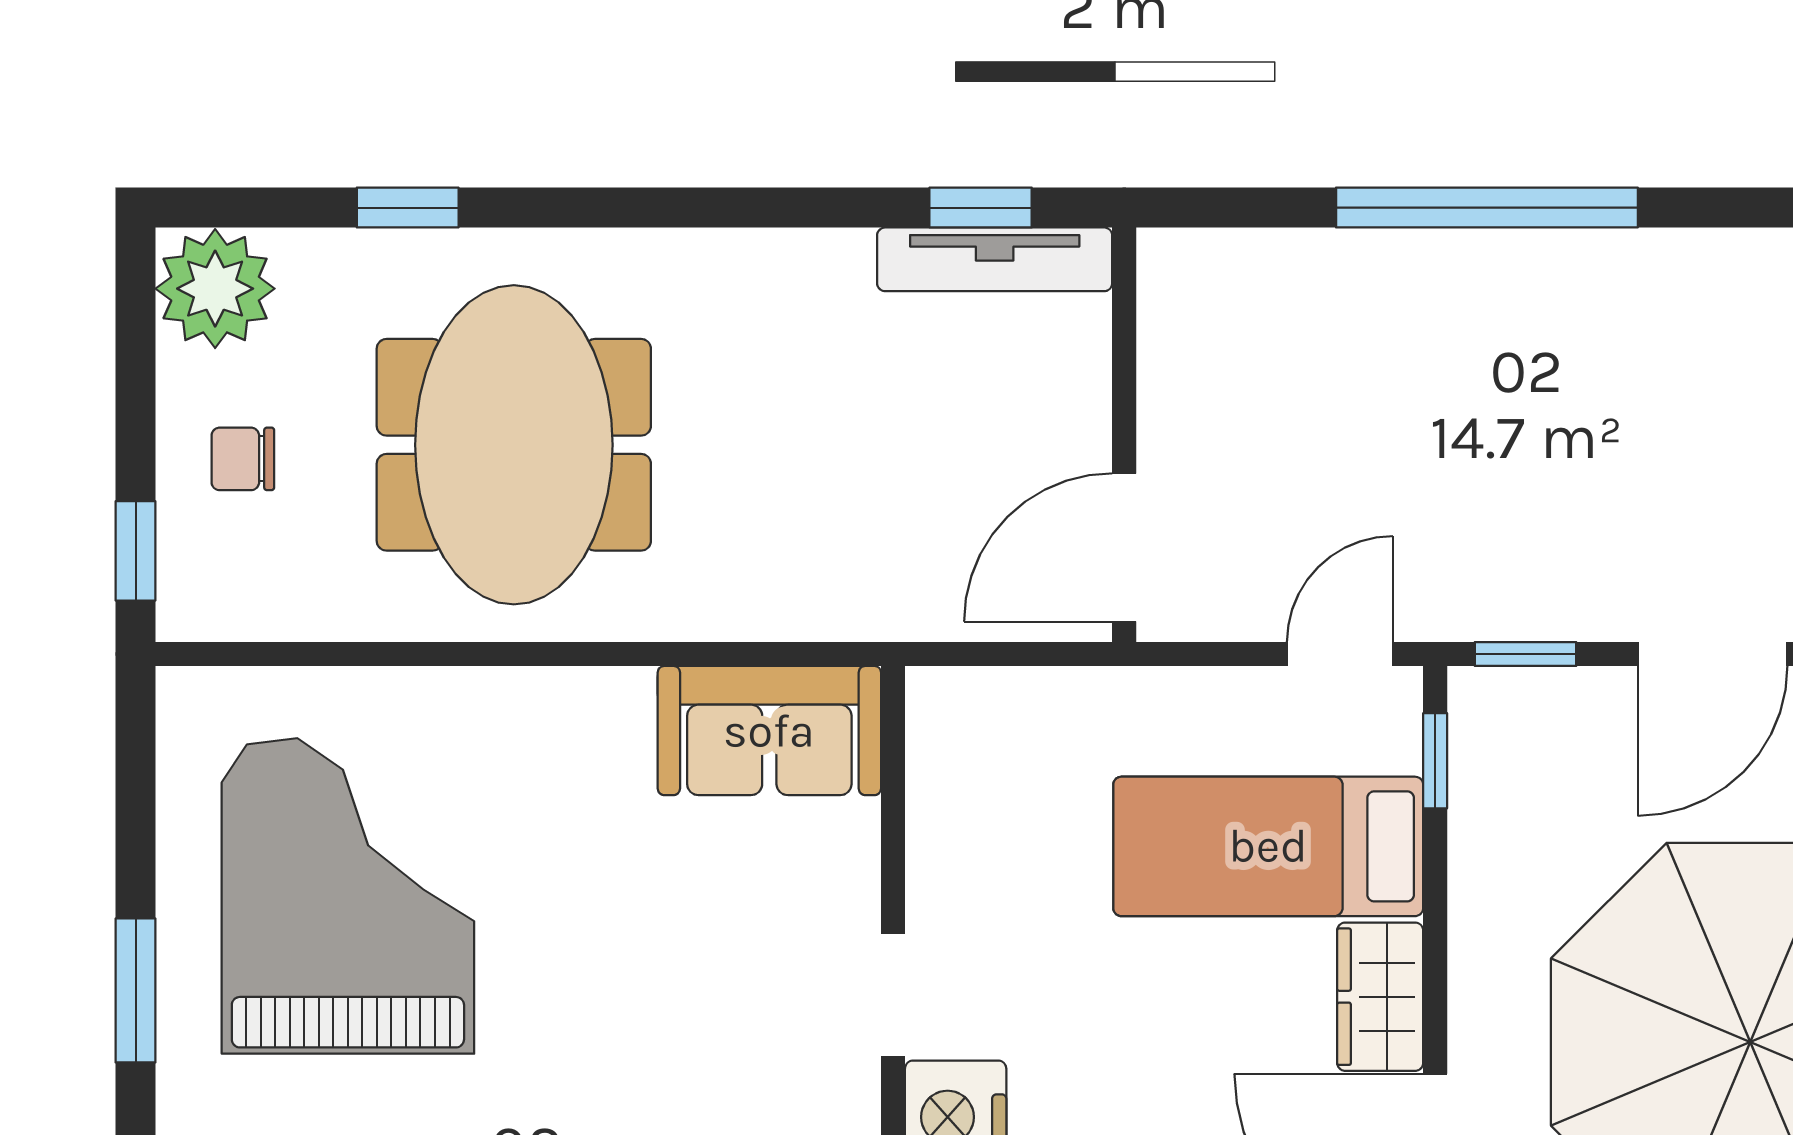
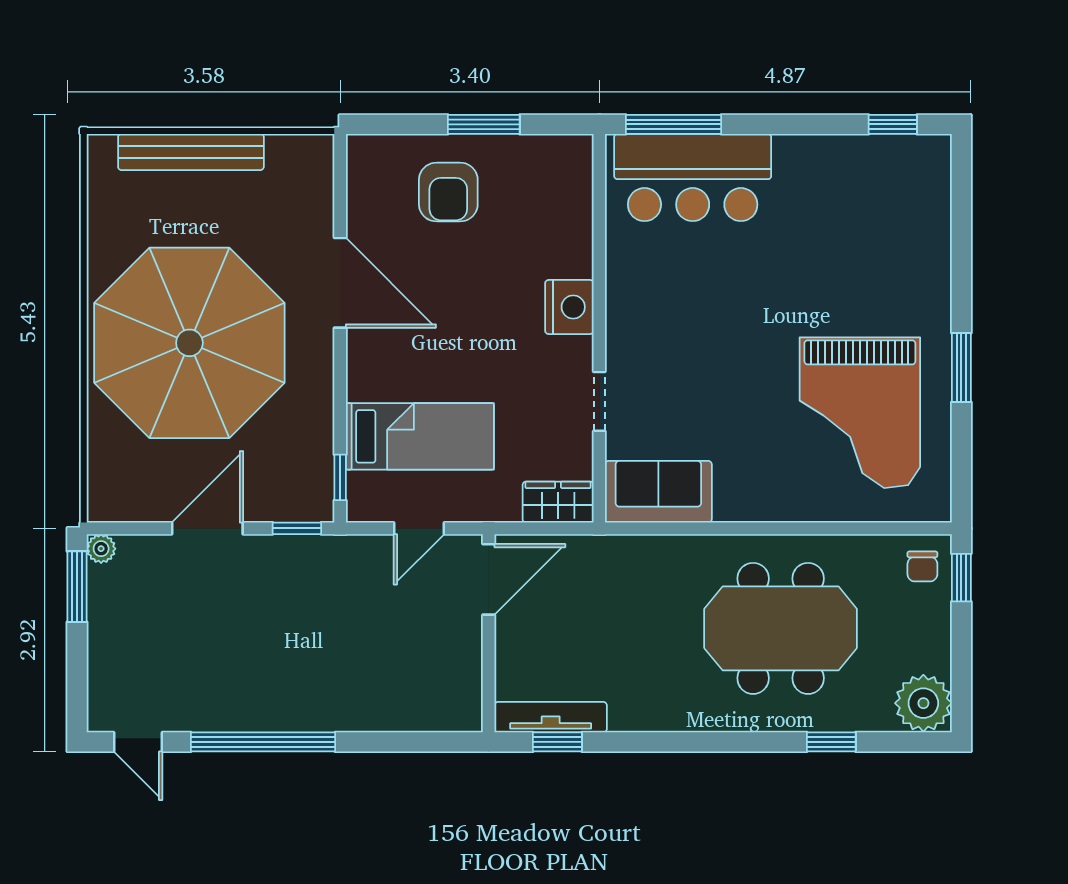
window: (1487, 208) -> (263, 742), moved
meeting table: (514, 445) -> (781, 628), turned 90
chair: (243, 459) -> (922, 566), moved, turned 90
door: (1340, 654) -> (419, 528), moved
doorway: (893, 995) -> (599, 401), moved
wardrobe: (1380, 997) -> (558, 502), moved, turned -90

